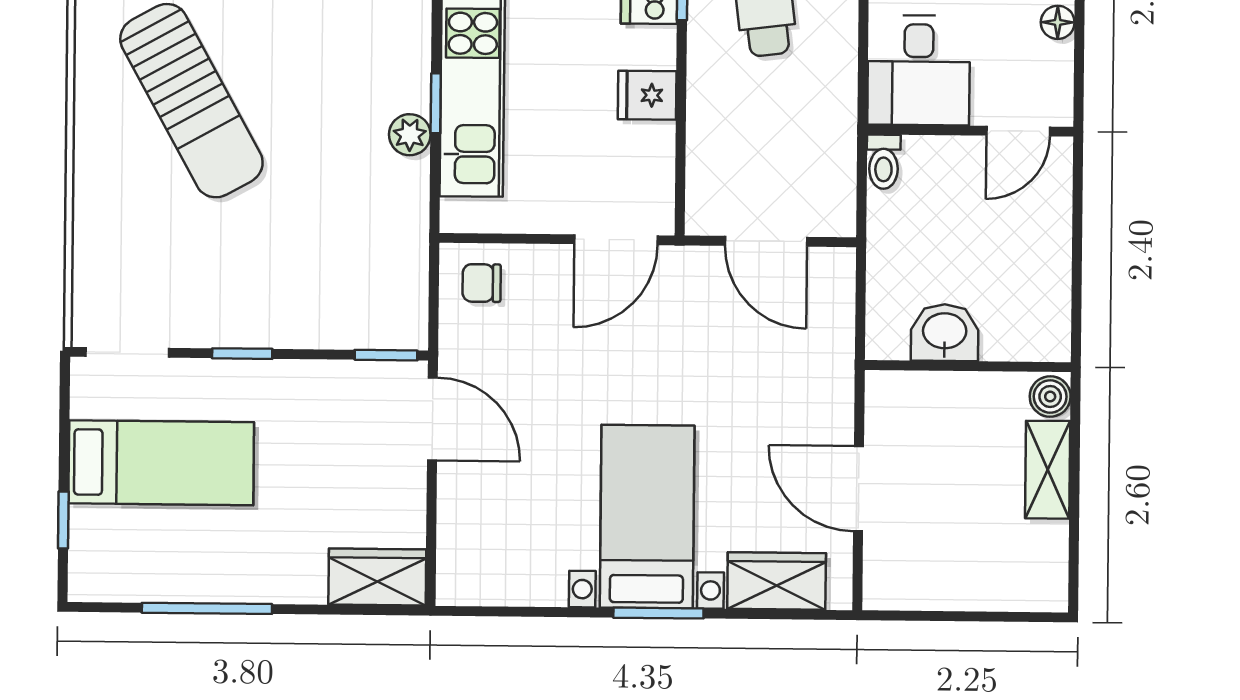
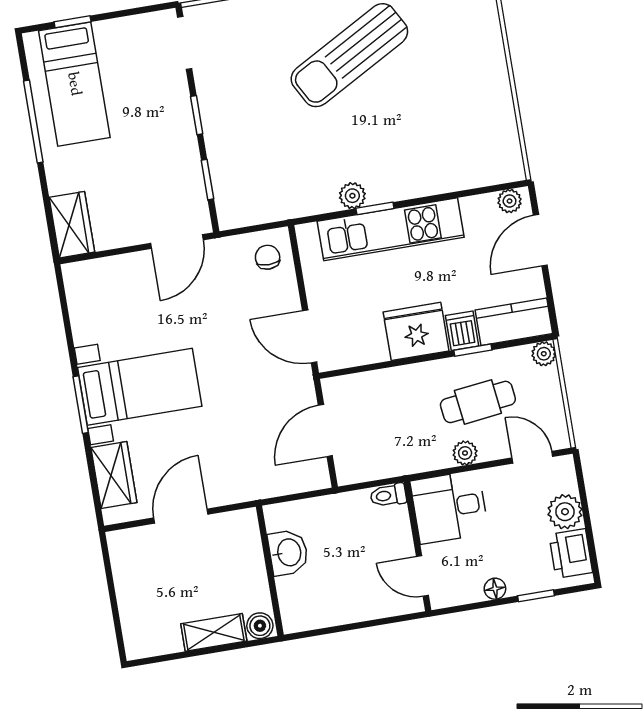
plant: (839, 31) -> (465, 453), added
fridge: (647, 95) -> (416, 331), width x1.88, depth x1.34
window: (386, 355) -> (207, 180), moved
bed: (161, 463) -> (74, 84), moved

